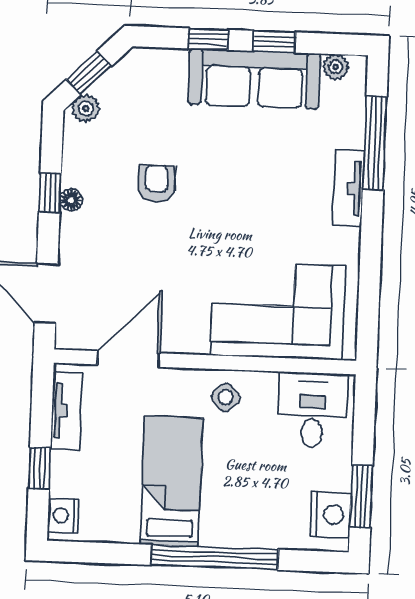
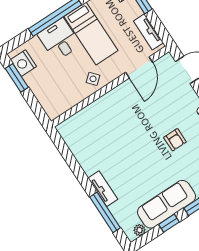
corner sofa: (278, 311) -> (97, 125), removed
desk: (312, 410) -> (59, 40), moved, turned 180

